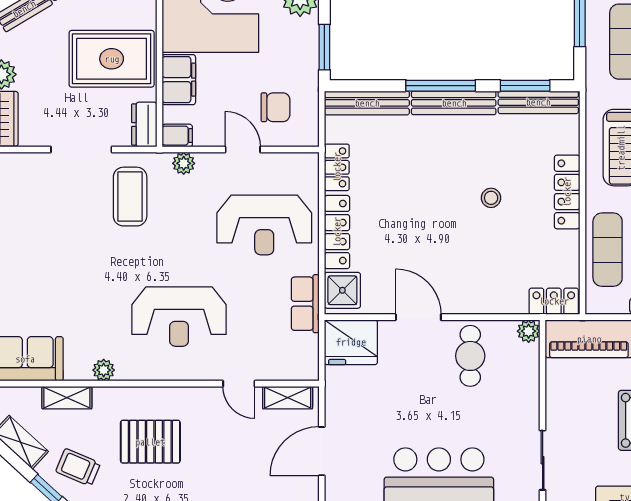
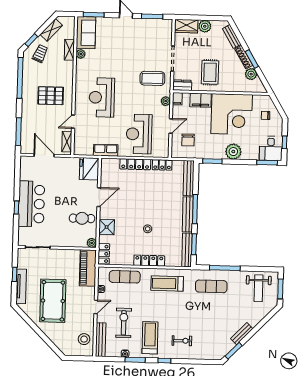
rug: (112, 59) -> (210, 72), width x0.73, depth x0.70
shower: (342, 290) -> (107, 227), moved
plant: (104, 370) -> (81, 54), moved
pallet: (150, 442) -> (51, 96), moved, turned 90

